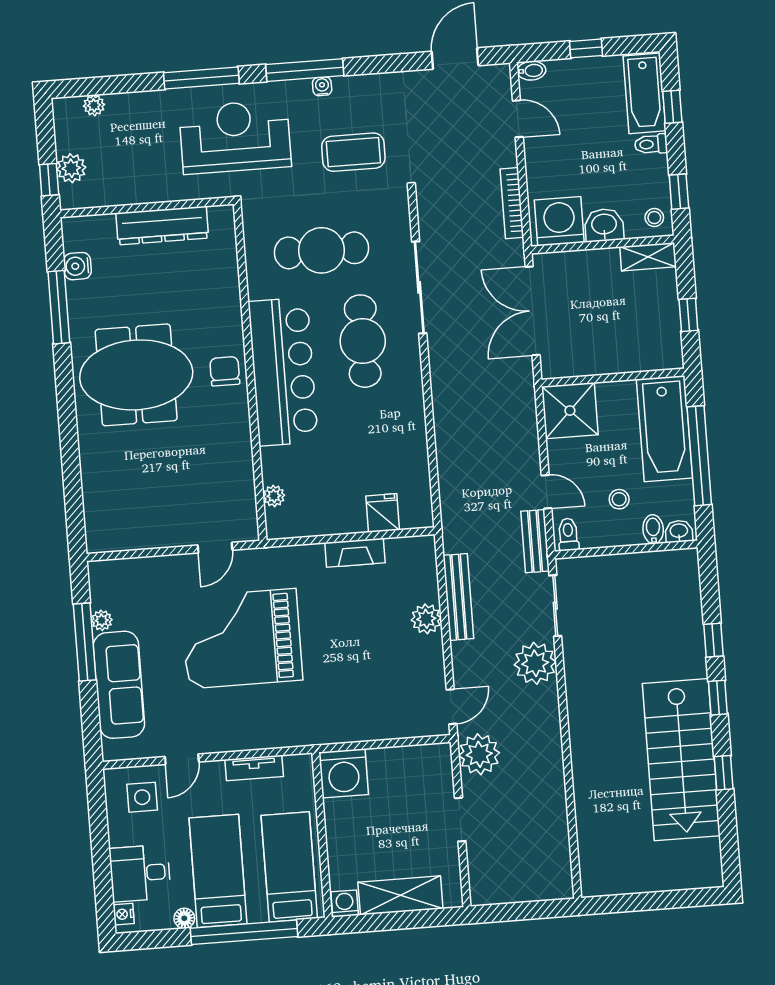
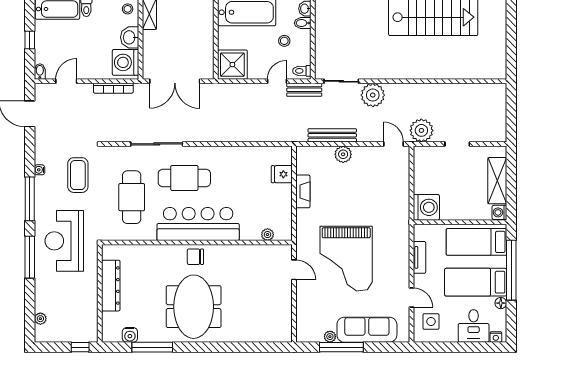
water cooler: (322, 86) -> (40, 170), moved
plant: (71, 168) -> (75, 334), removed

